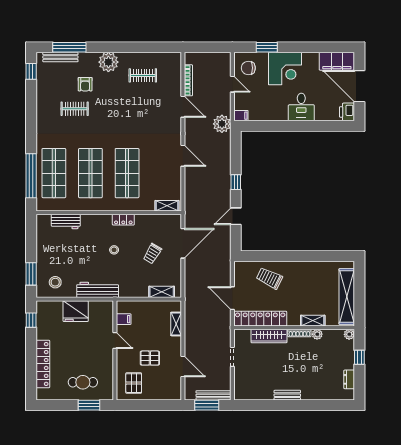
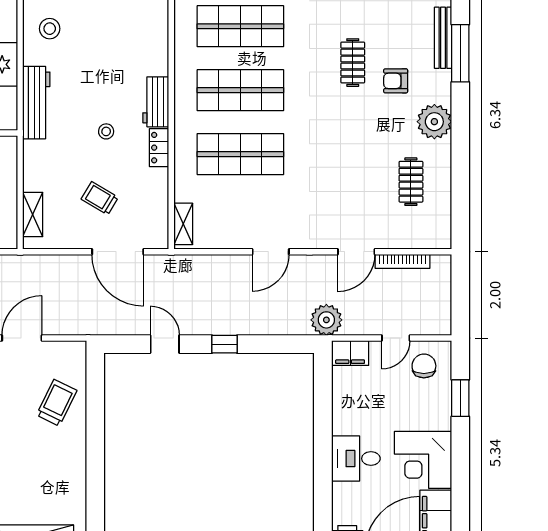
corner desk: (285, 69) -> (423, 460), moved
filing cabinet: (241, 116) -> (350, 353), width x2.00
workbench: (66, 221) -> (156, 102), moved

